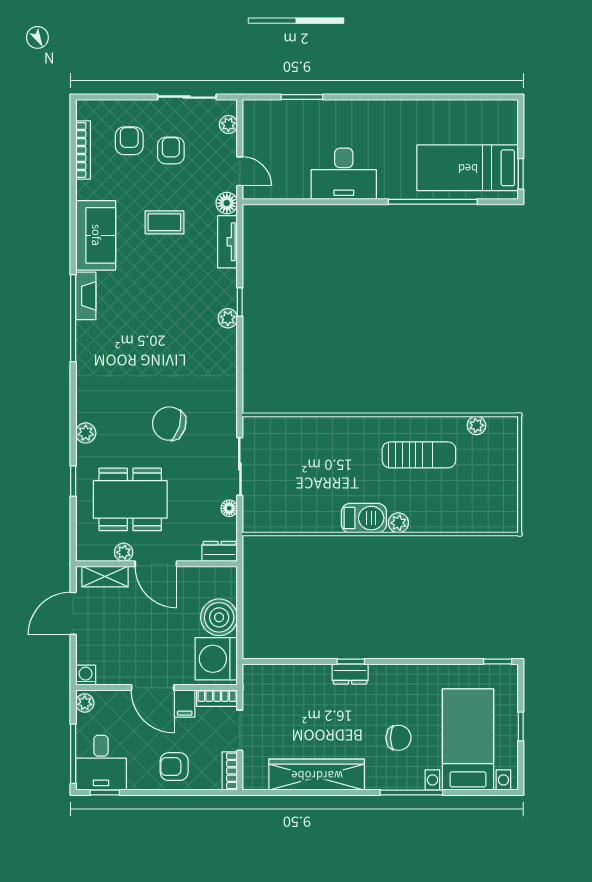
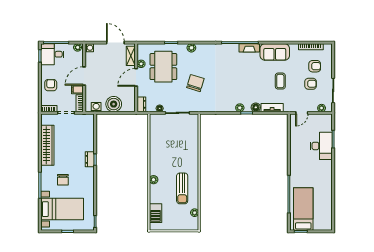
desk: (344, 174) -> (321, 146), moved, turned 180
floor lamp: (227, 203) -> (256, 107), moved
barbecue: (364, 518) -> (156, 213), moved
washing machine: (216, 659) -> (96, 107), width x0.53, depth x0.53

